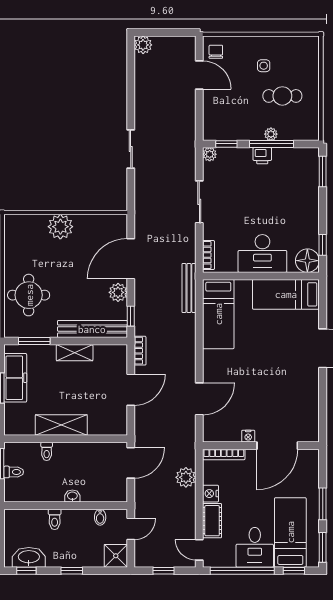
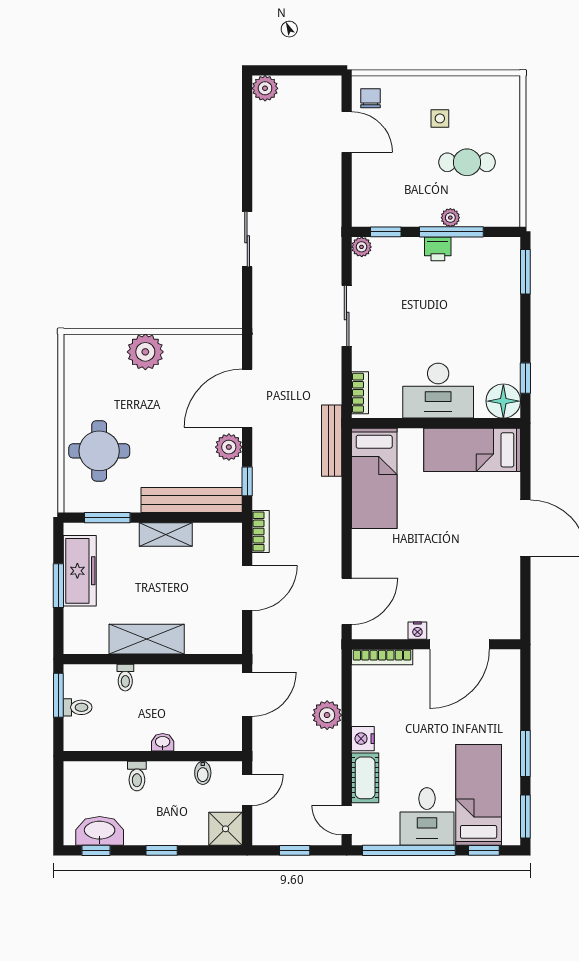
nightstand: (248, 436) -> (417, 631), moved
wall: (261, 446) -> (436, 644), moved
door: (277, 446) -> (460, 644), moved
bookcase: (224, 454) -> (382, 657), moved

